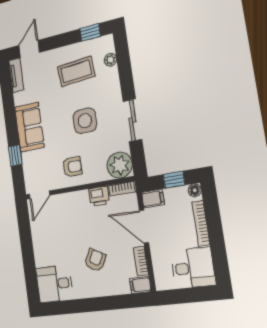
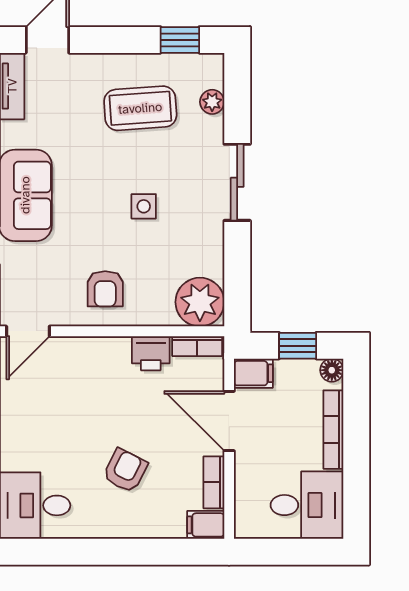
sliding door: (132, 120) -> (237, 182), moved
side table: (85, 121) -> (144, 206), width x0.54, depth x0.54
armchair: (72, 167) -> (105, 289), turned 90

